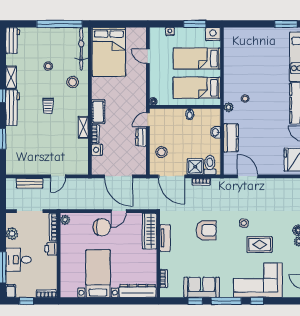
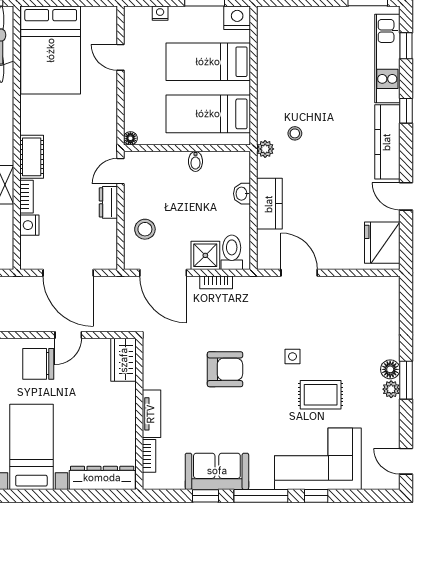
chair: (102, 227) -> (38, 364), turned 180
wardrobe: (149, 231) -> (124, 360), width x0.67
tv unit: (165, 238) -> (151, 414), moved

